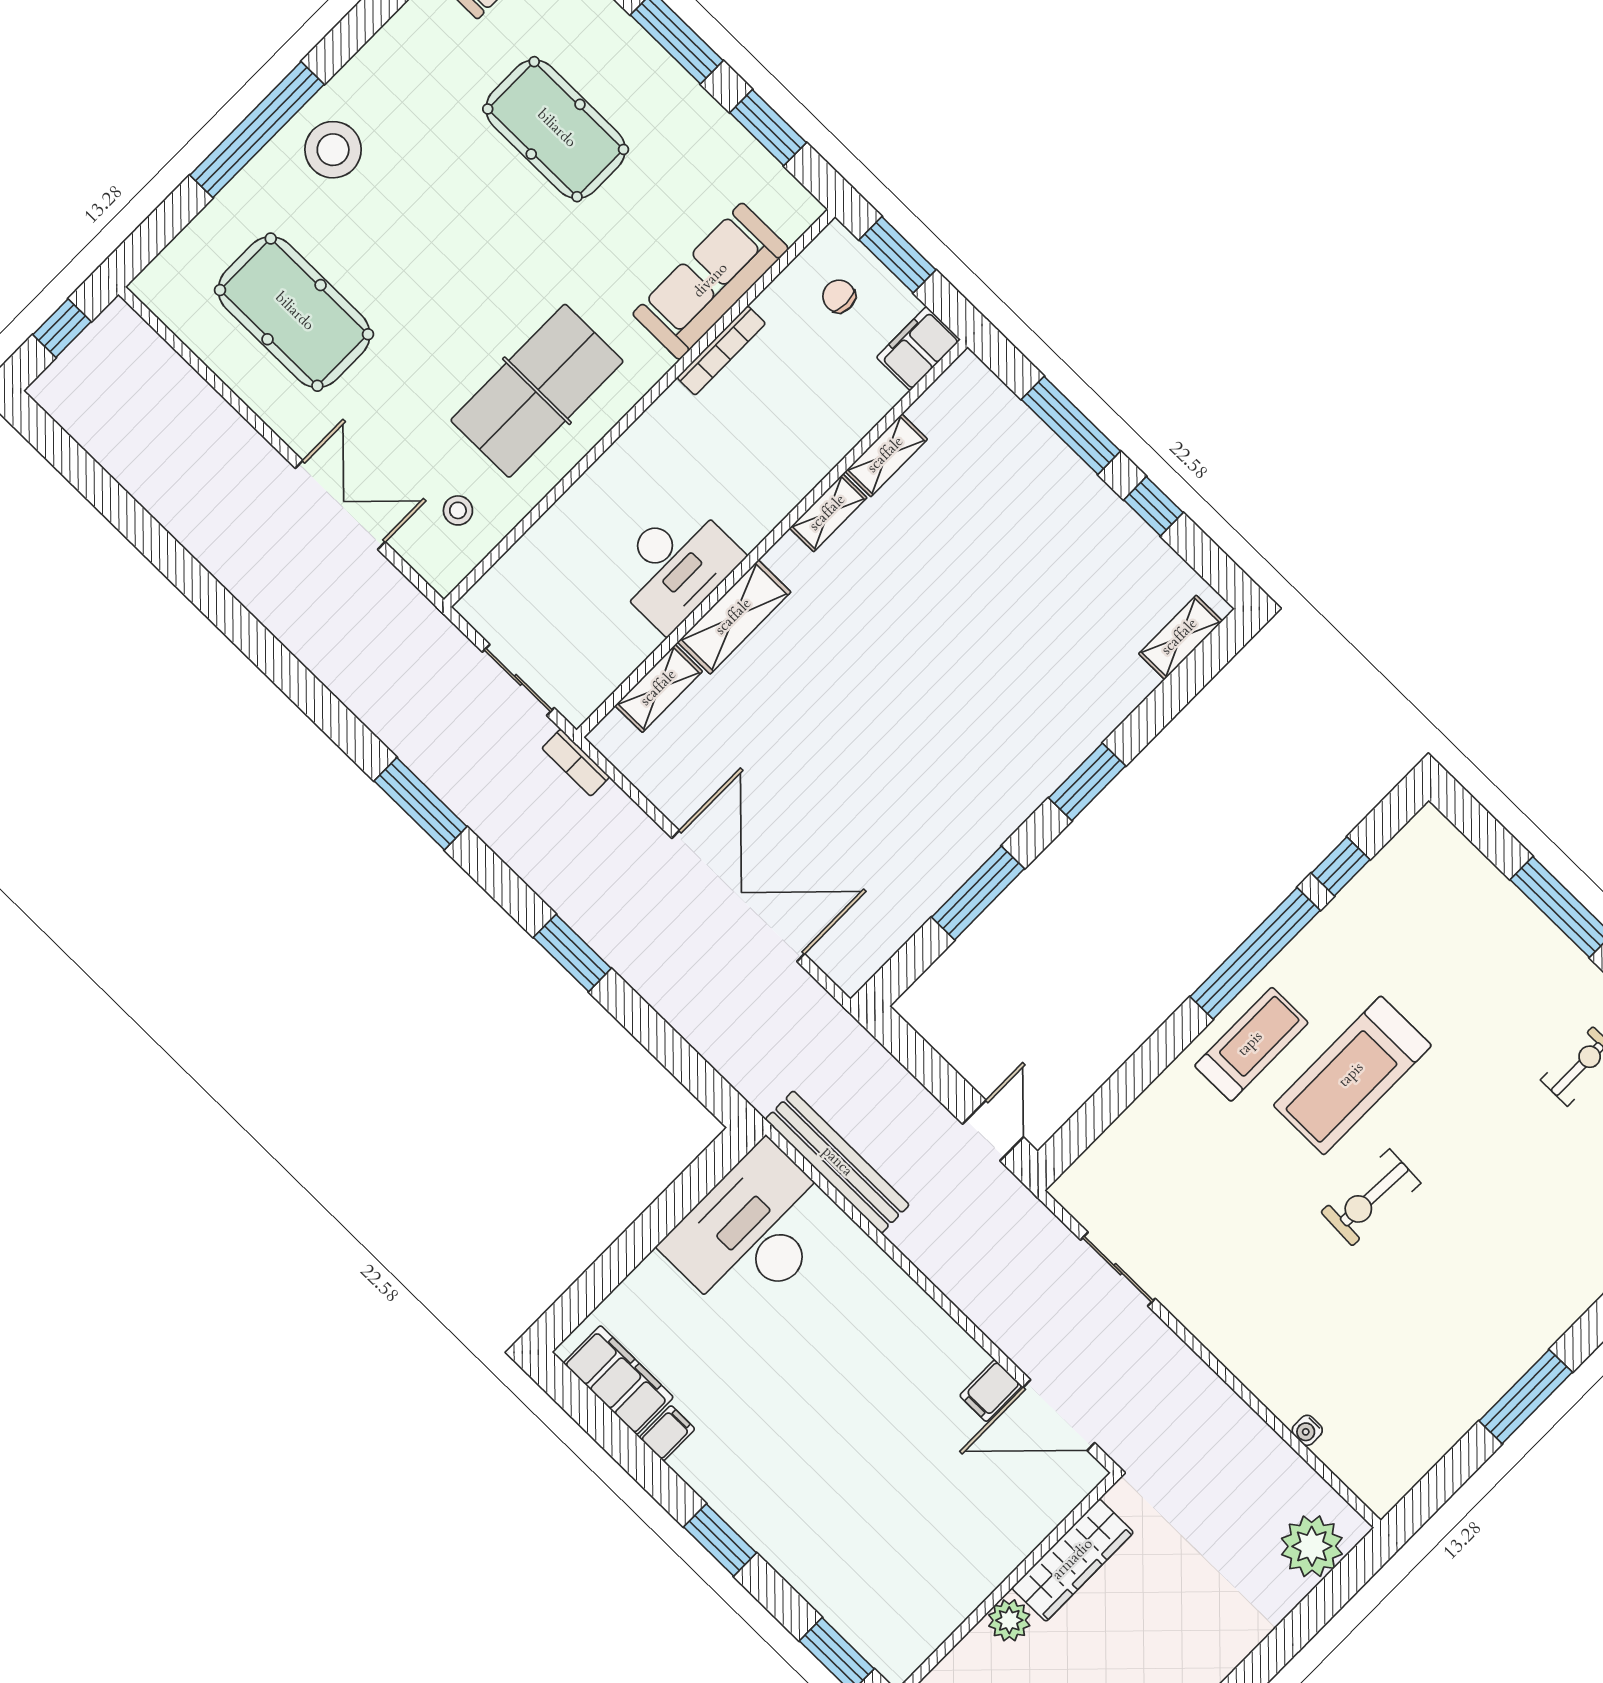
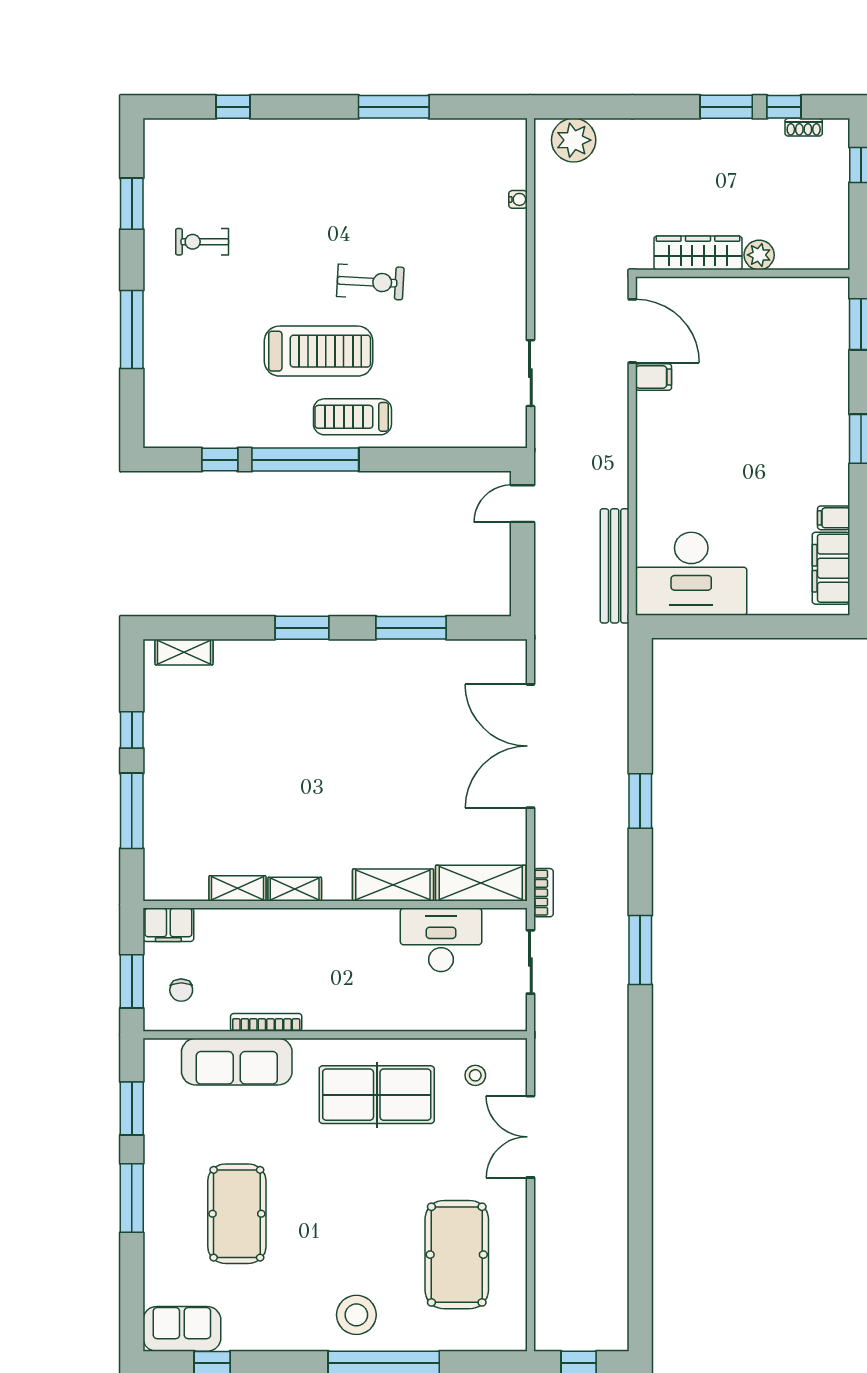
desk: (675, 565) -> (441, 940), moved
shelving: (659, 688) -> (481, 883), width x1.50, depth x1.33

